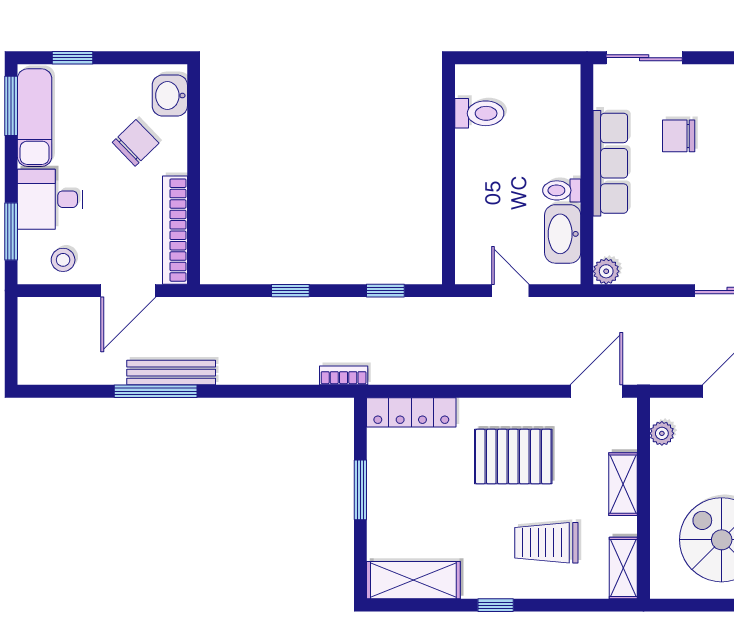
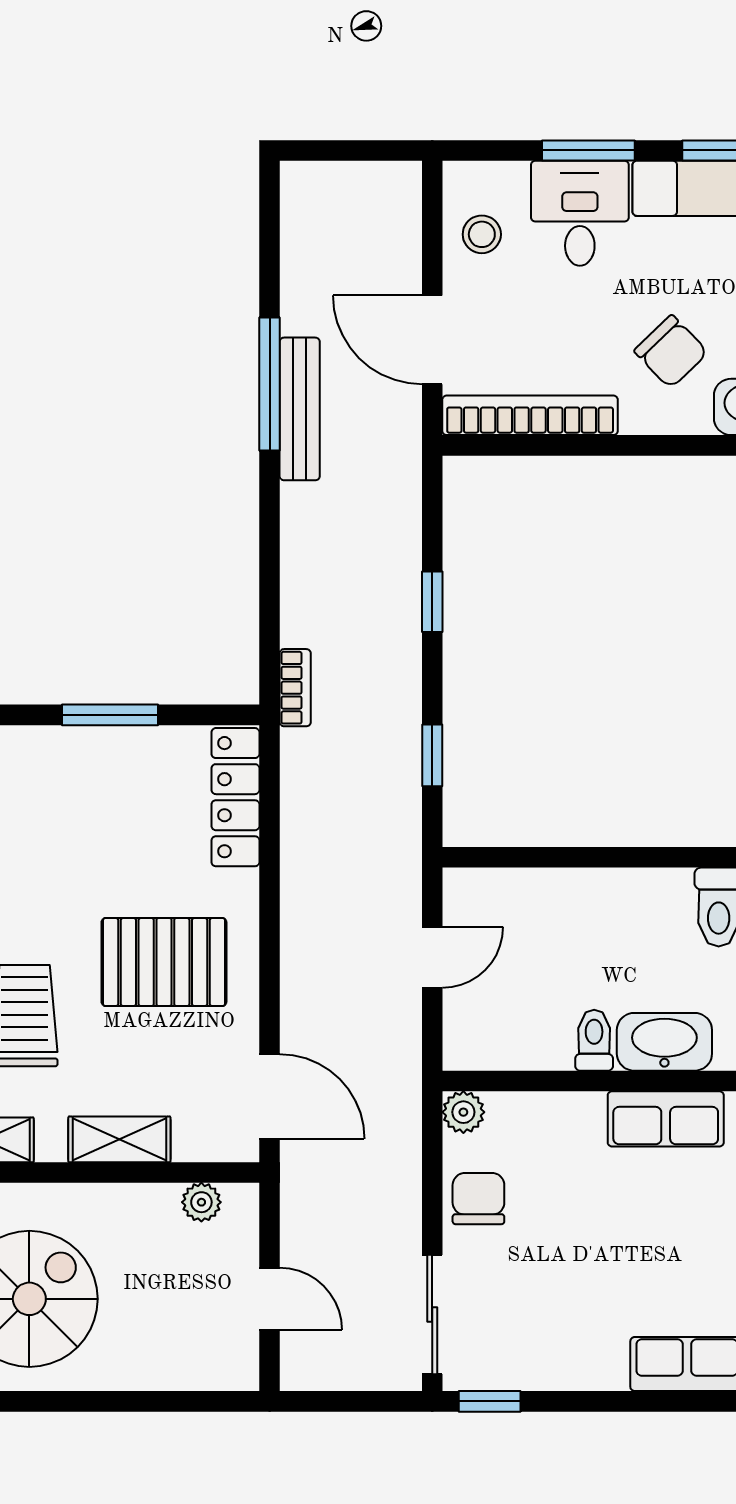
chair: (679, 136) -> (478, 1199), moved
row of seats: (610, 163) -> (666, 1119), width x0.68
window: (11, 231) -> (588, 150), moved
washbasin: (563, 234) -> (664, 1042), moved
pallet: (513, 457) -> (164, 962), turned 90

